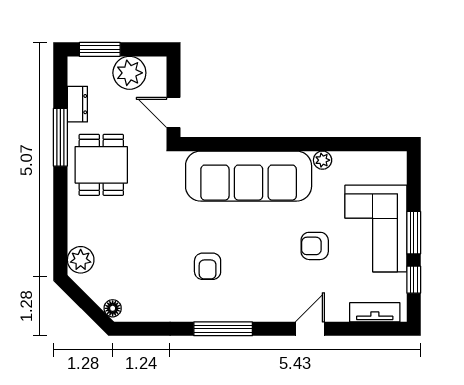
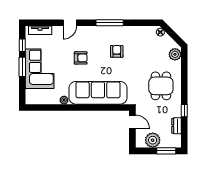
window: (60, 137) -> (184, 111), width x0.46
dining table: (101, 165) -> (161, 86), moved
armchair: (315, 246) -> (81, 58), moved

